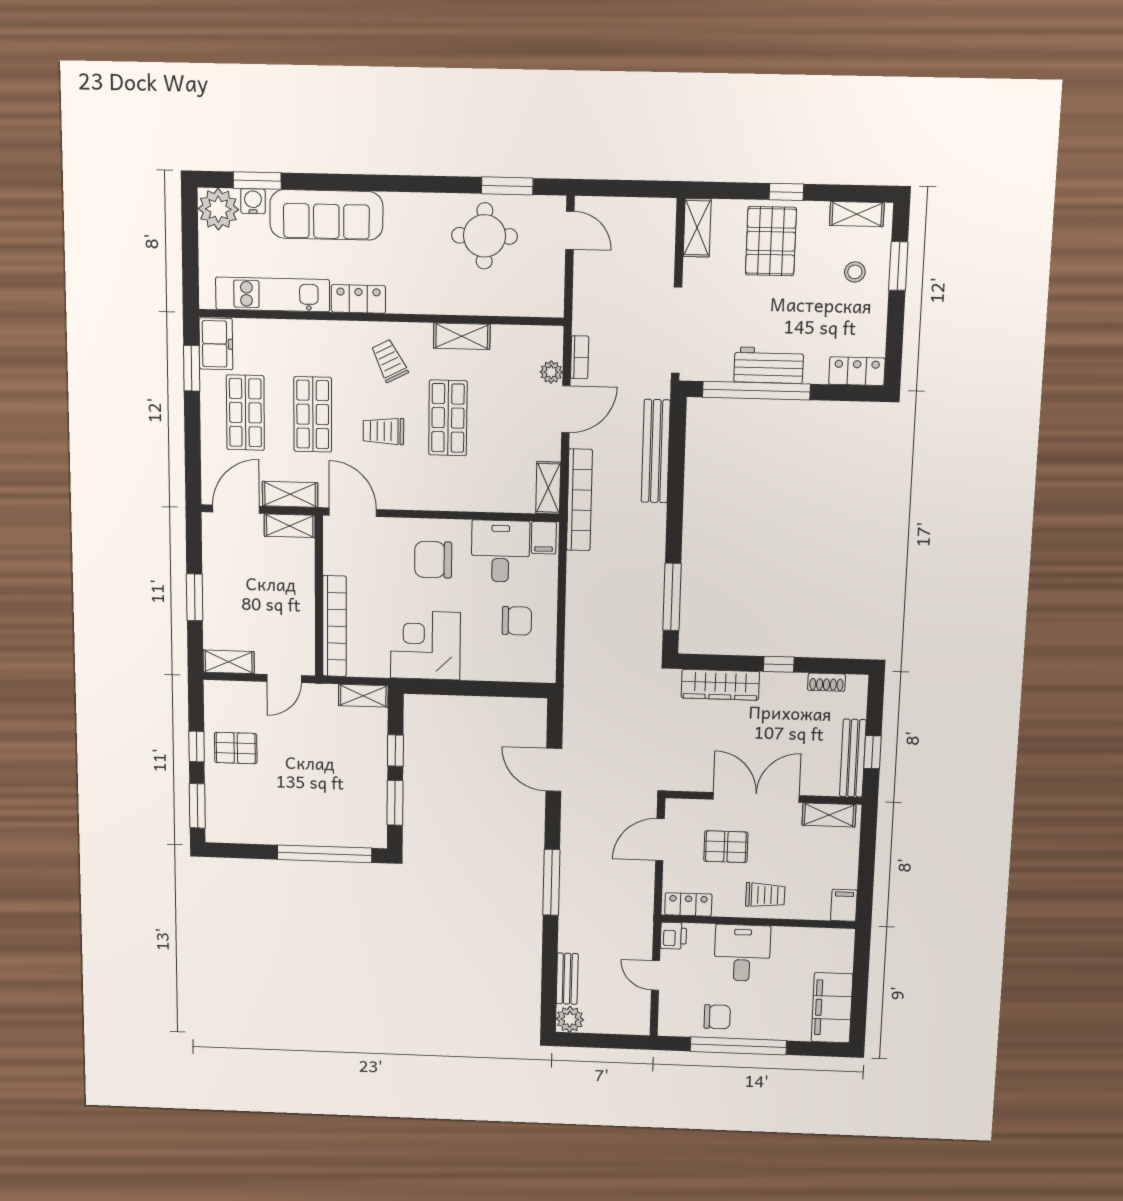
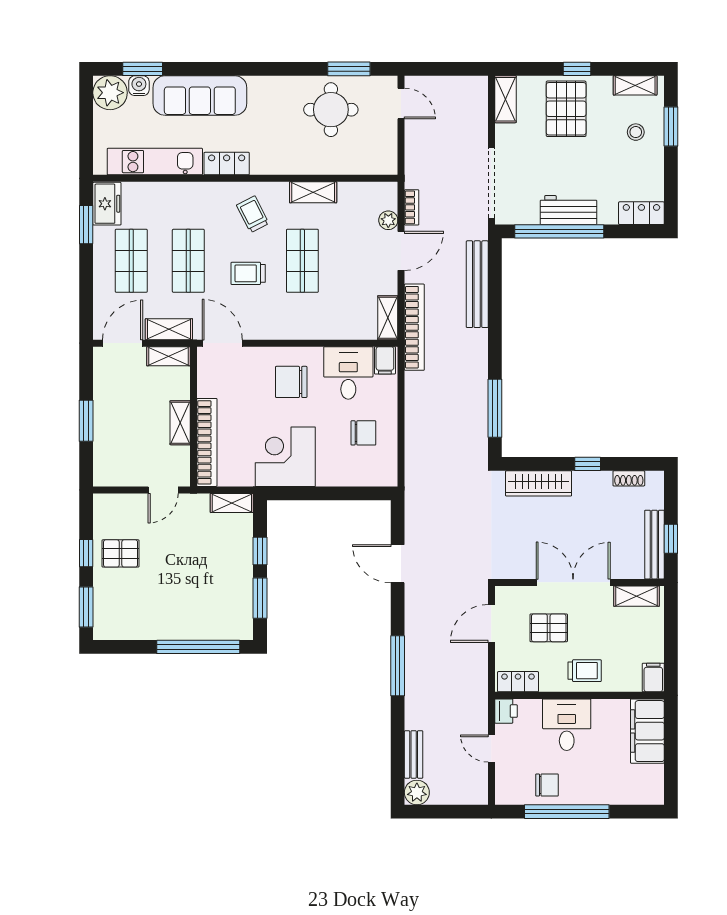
shelving: (229, 662) -> (180, 423), moved, turned 90
filing cabinet: (832, 1008) -> (647, 731), moved

